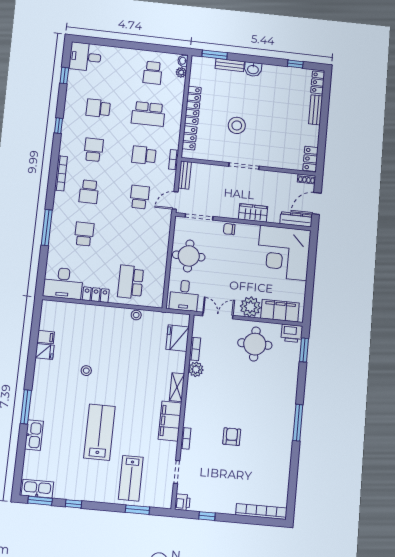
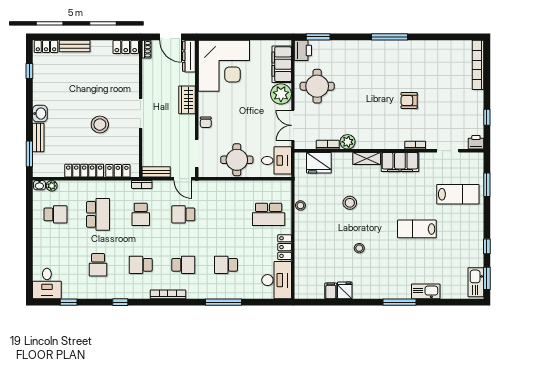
stool: (134, 365) -> (350, 203), added
lab bench: (100, 432) -> (417, 229), width x0.73, depth x0.72

